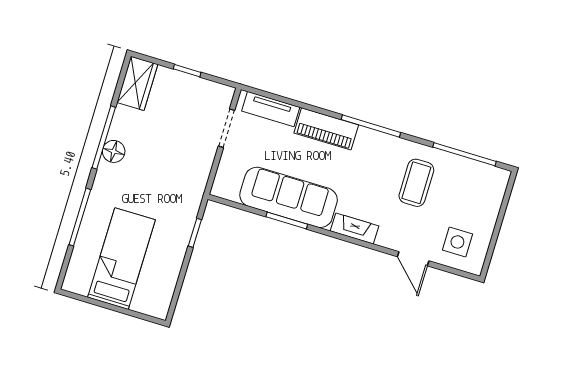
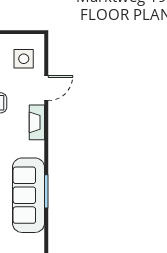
fireplace: (355, 229) -> (37, 122), moved

